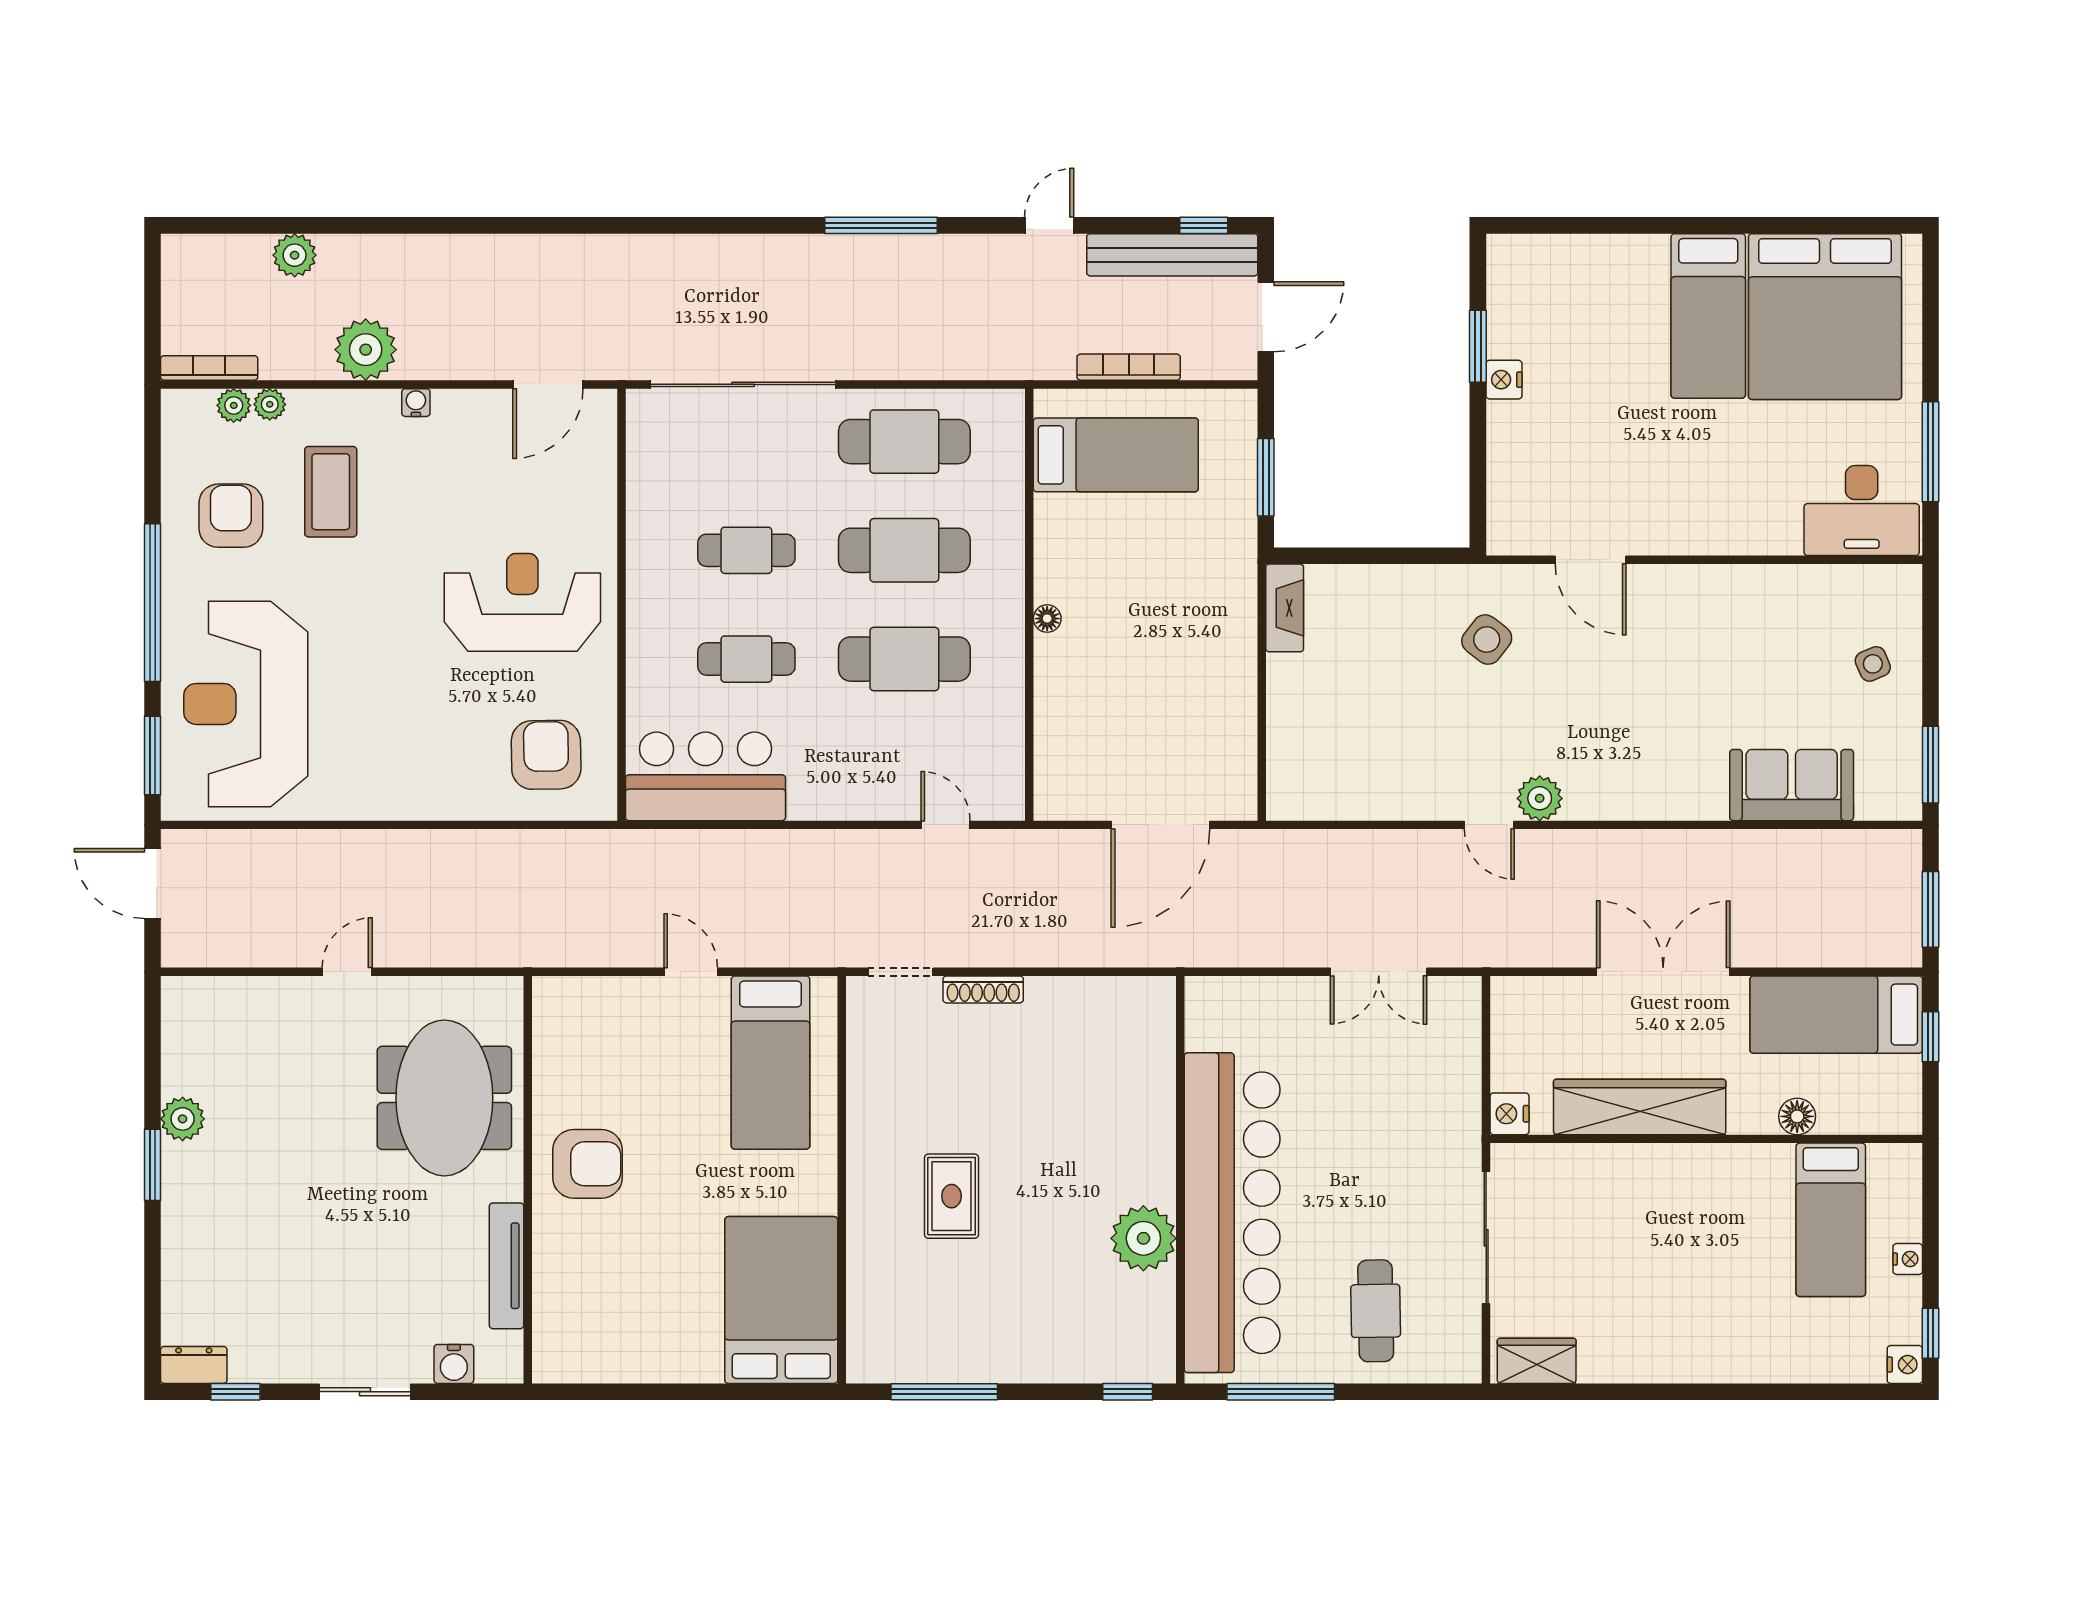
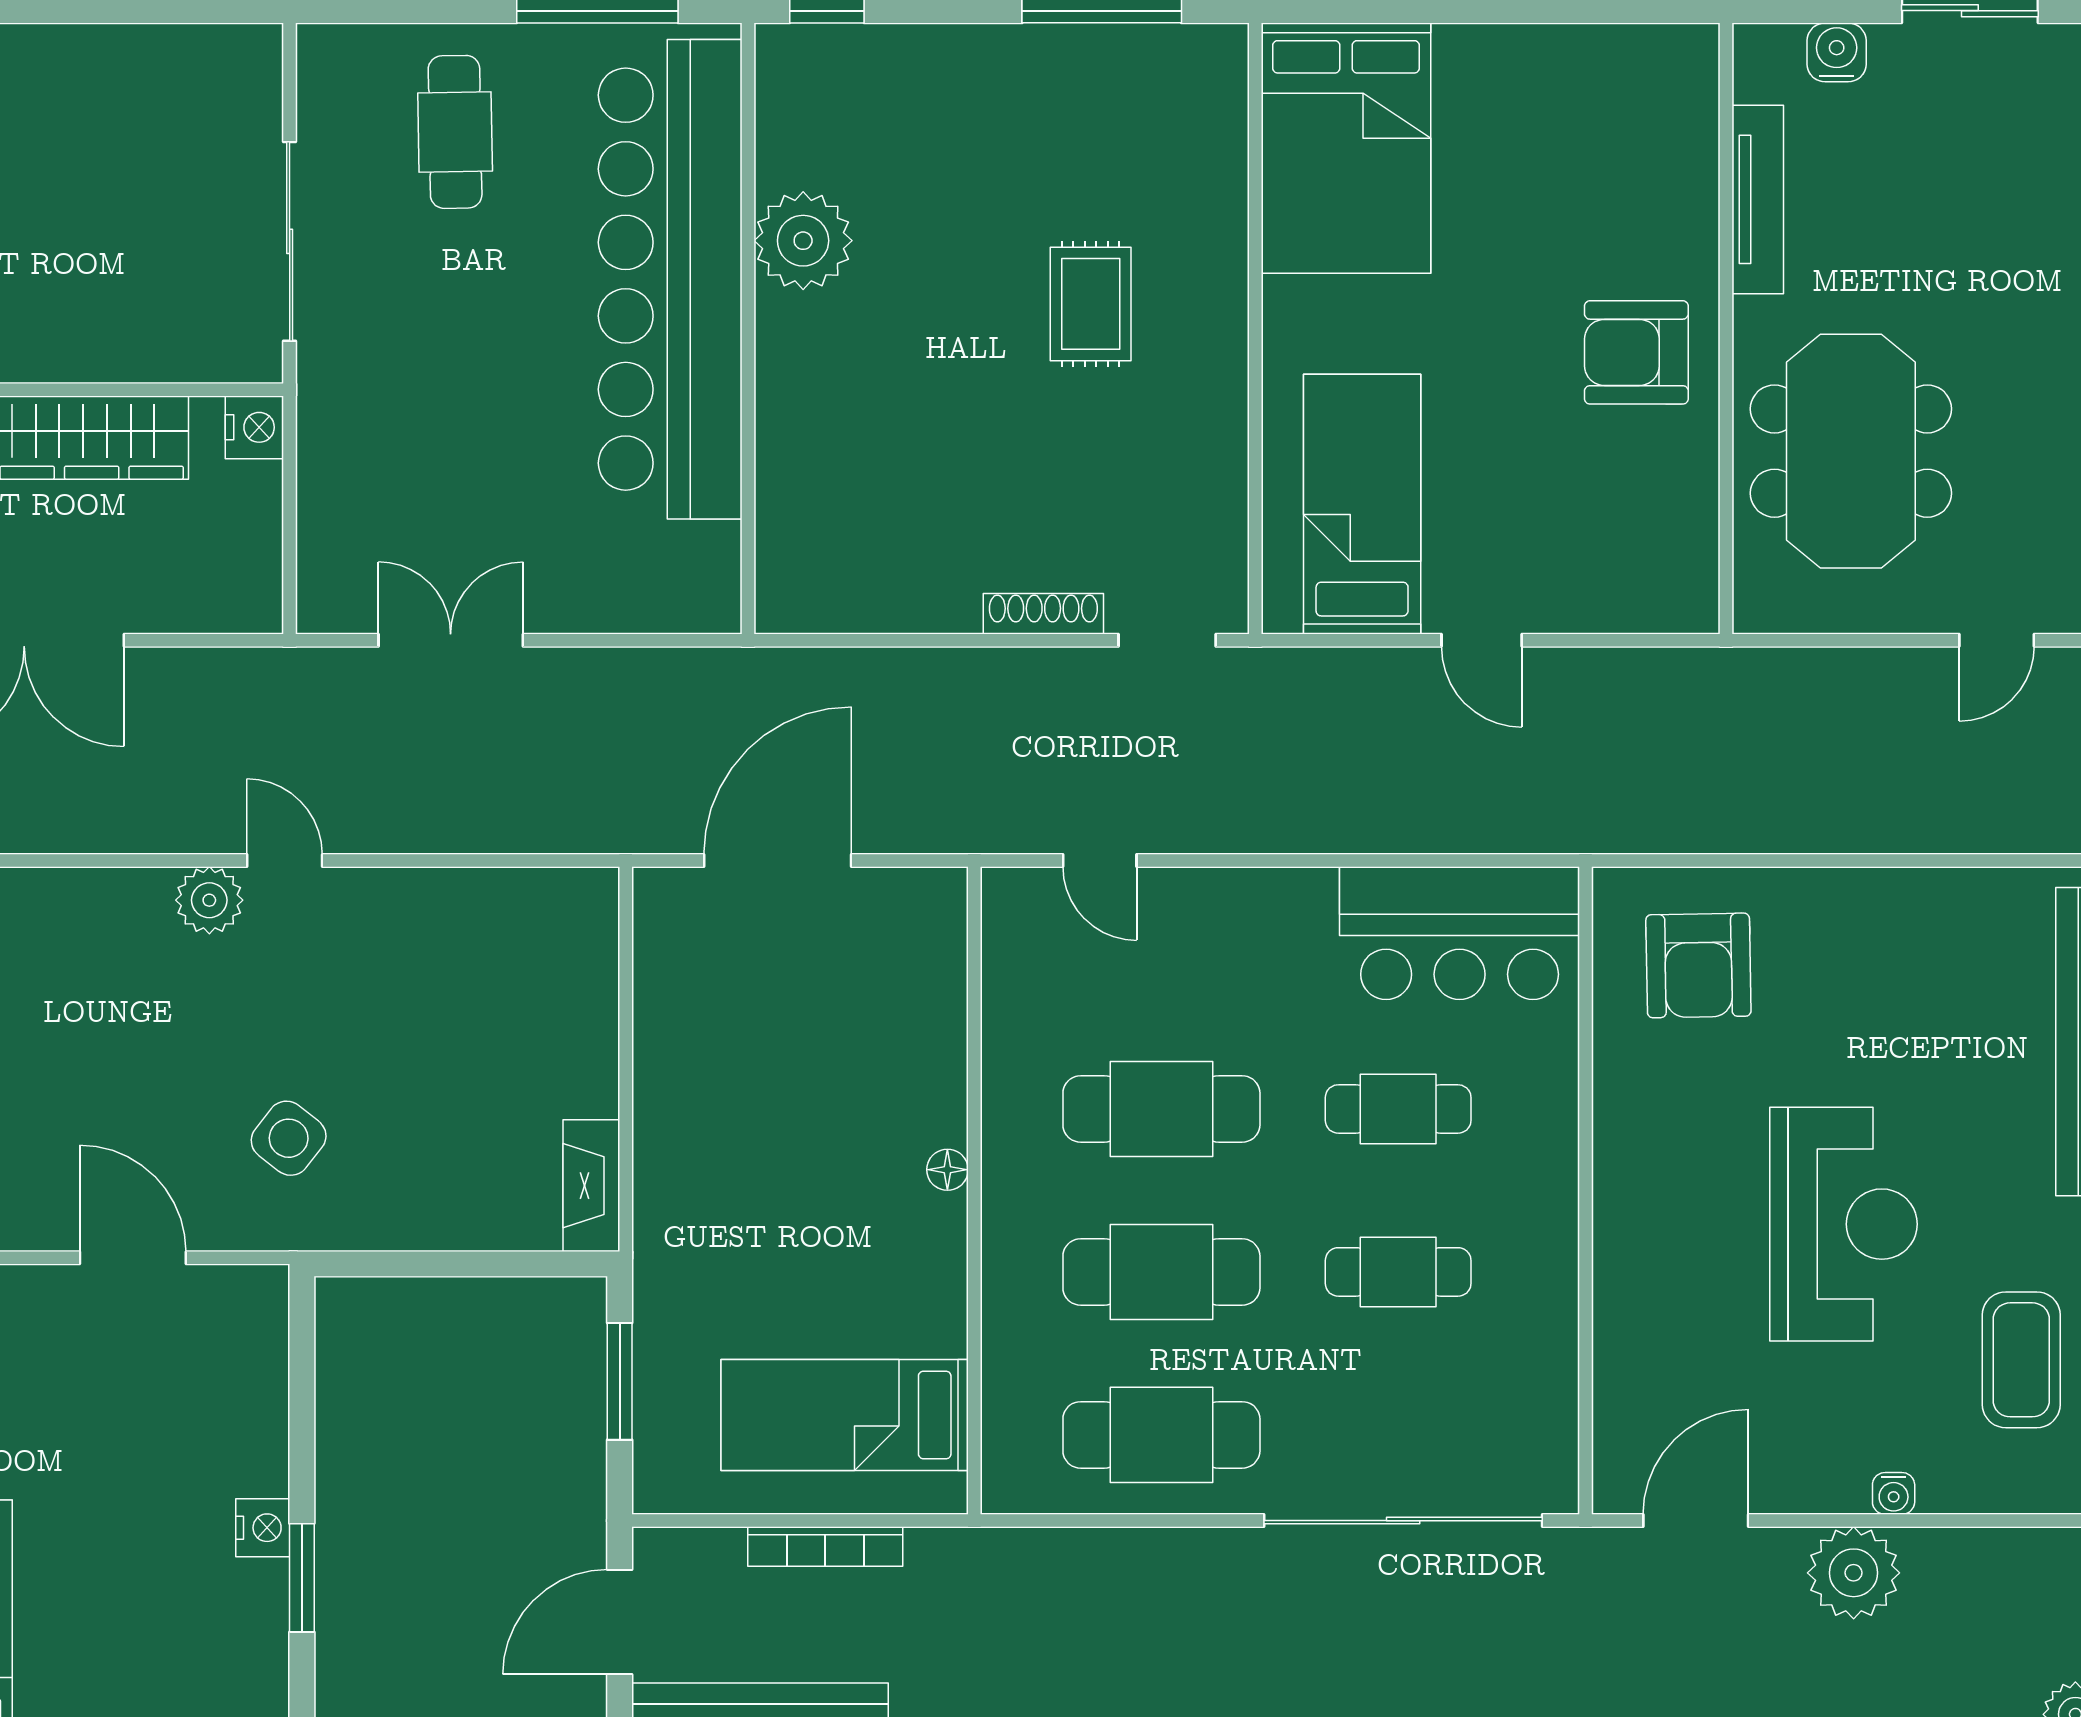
plant: (366, 350) -> (1854, 1573), moved
reception desk: (522, 602) -> (1844, 1224), moved, turned -90
wardrobe: (1537, 1361) -> (214, 57), removed

